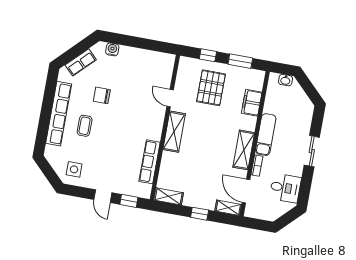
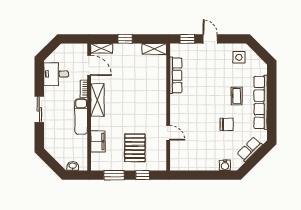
shelving: (174, 132) -> (160, 105), removed

